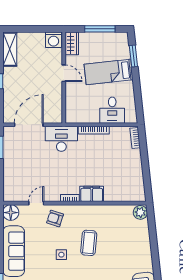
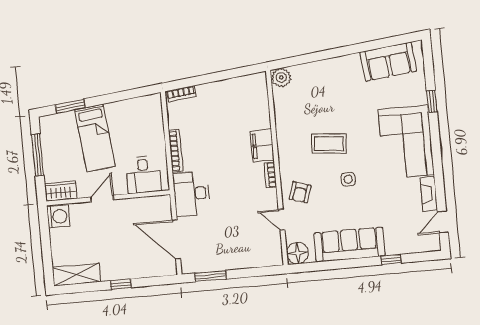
desk: (112, 110) -> (143, 175), moved, turned 90

